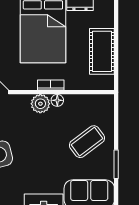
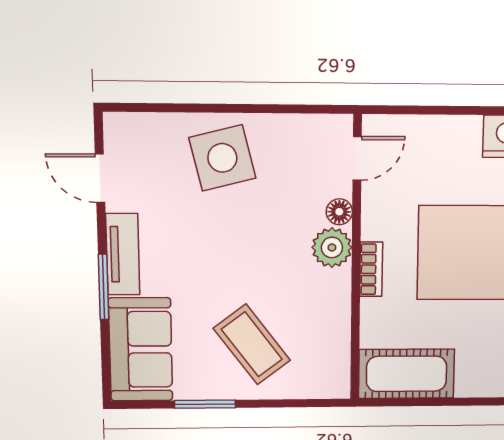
cot: (102, 51) -> (407, 374), moved
floor lamp: (57, 100) -> (339, 212), moved

